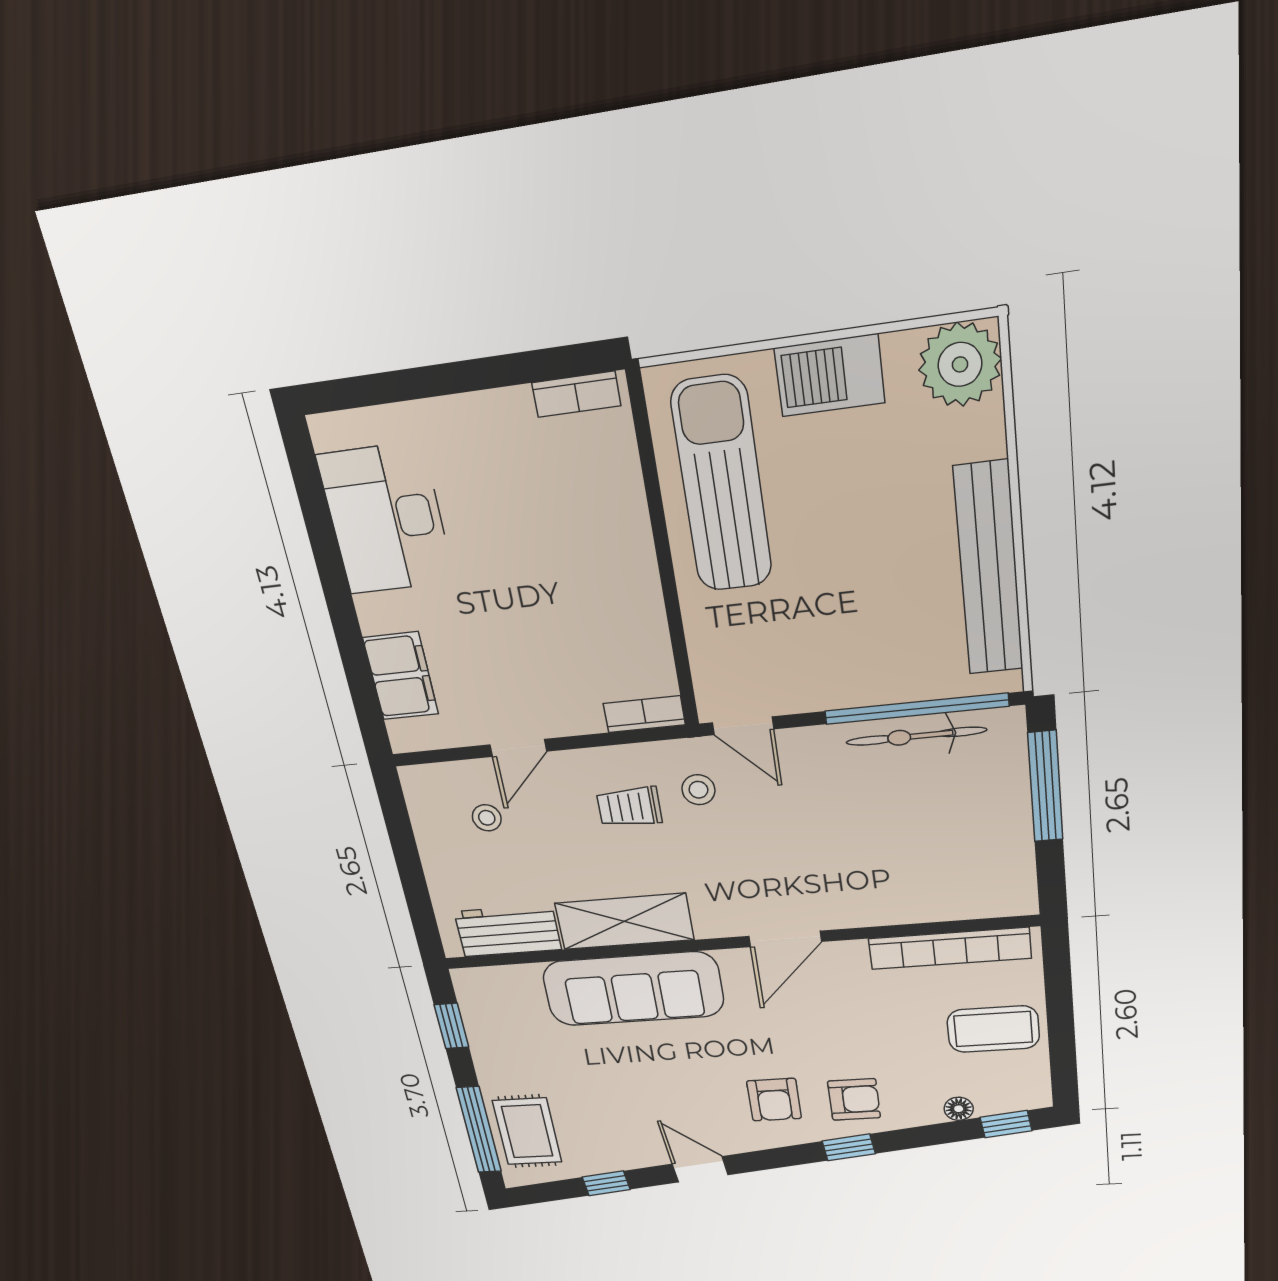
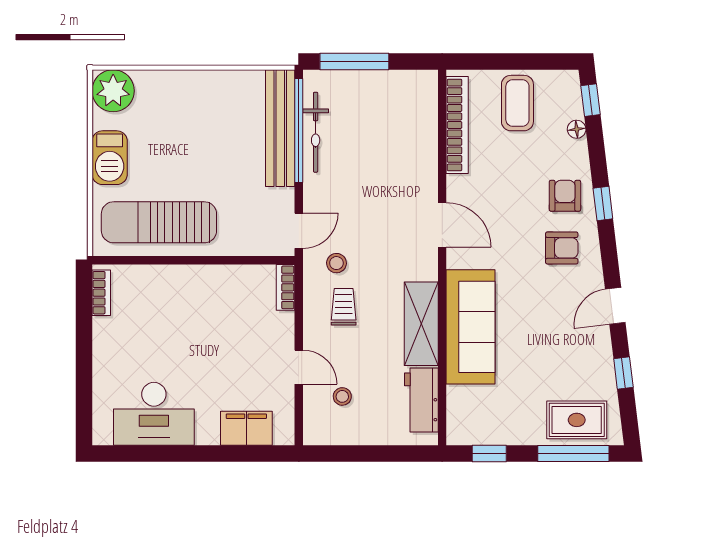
bench: (989, 569) -> (280, 128), moved, turned 90
trolley: (629, 807) -> (344, 307), turned 180

